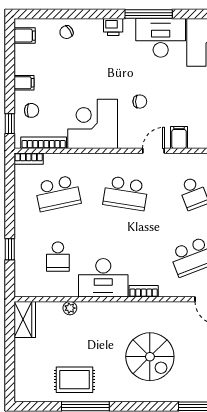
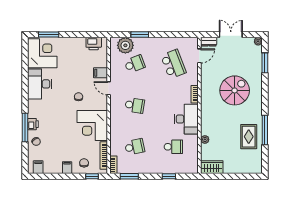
window: (149, 14) -> (25, 128), moved
printer: (113, 27) -> (33, 124), moved
window: (10, 184) -> (129, 176), added
school desk: (58, 193) -> (135, 147), width x0.54
school desk: (126, 193) -> (135, 105), width x0.54

